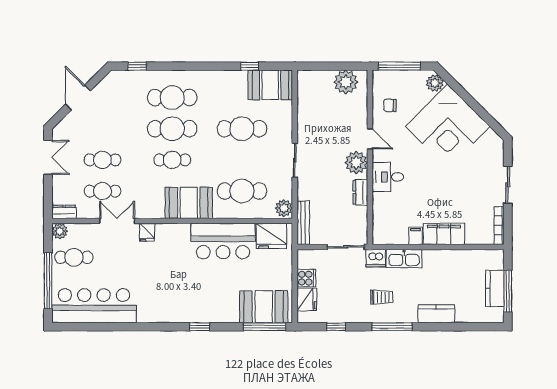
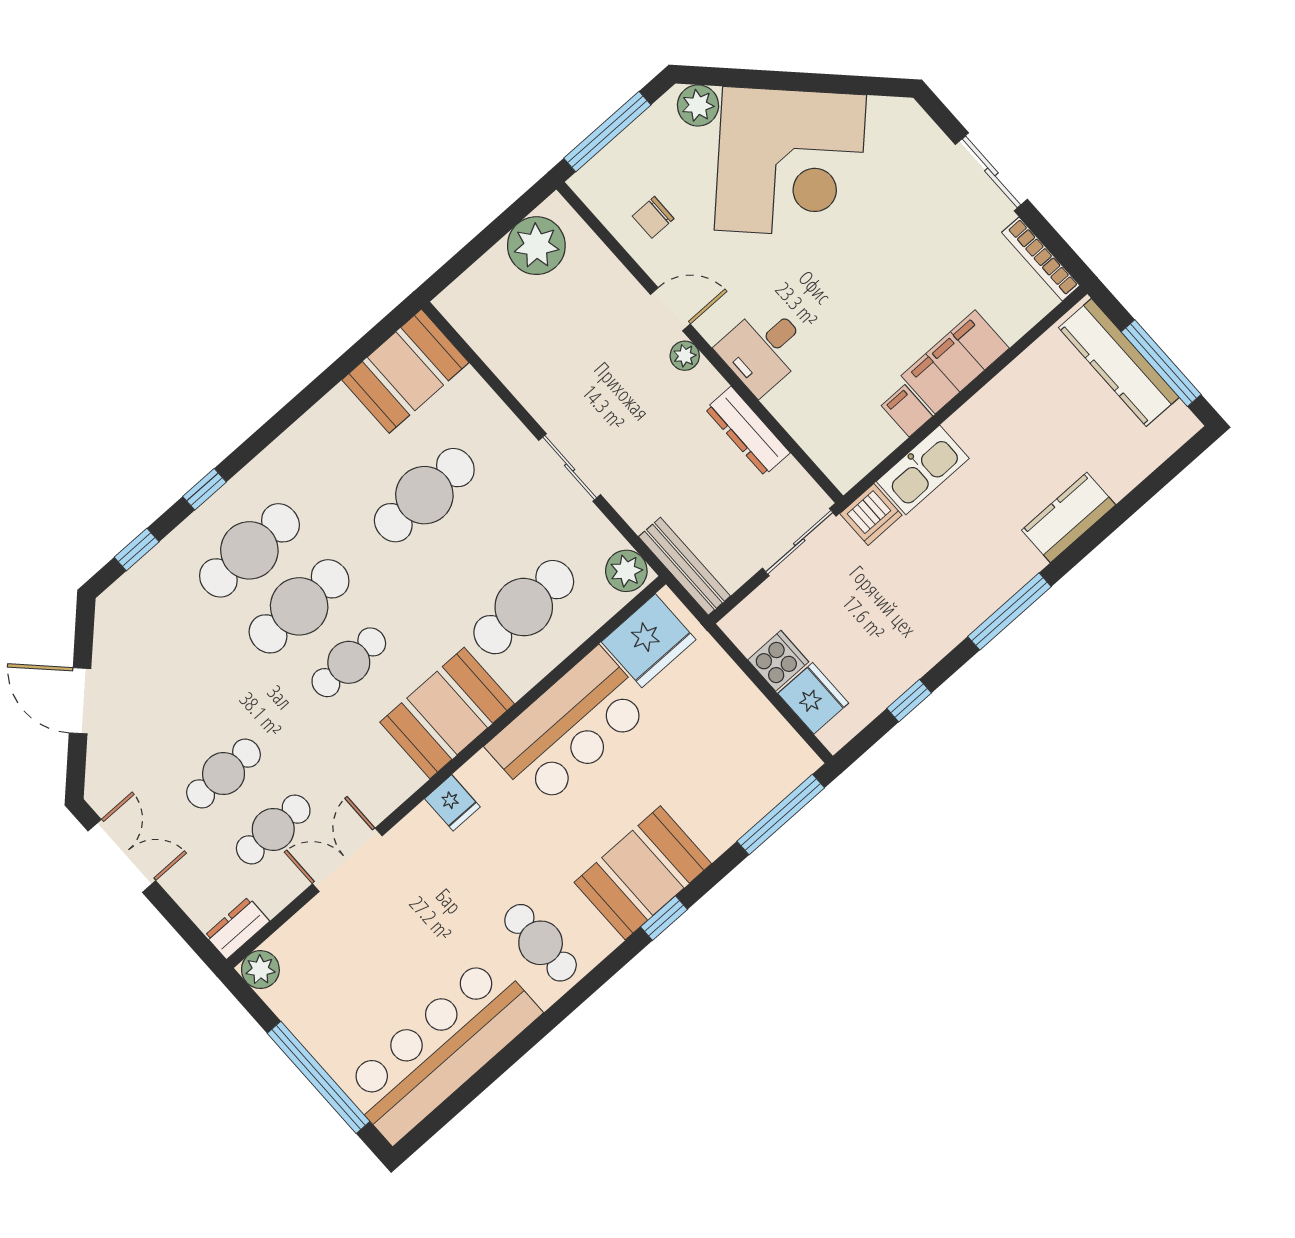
window: (250, 66) -> (204, 489), moved
plant: (356, 163) -> (685, 356), width x0.53, depth x0.53
dresser: (360, 192) -> (748, 431), width x1.44
fridge: (147, 232) -> (452, 803), moved
cafe table: (74, 257) -> (541, 943), moved, turned 90
kitchen counter: (495, 289) -> (1119, 362), width x1.50
trolley: (382, 297) -> (944, 574), removed
booth: (264, 307) -> (643, 873), moved

